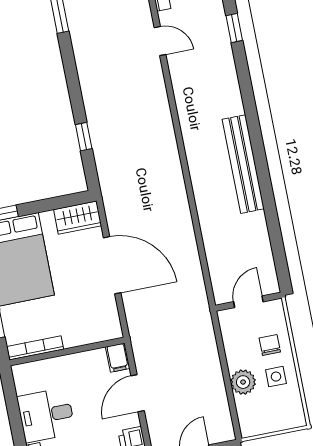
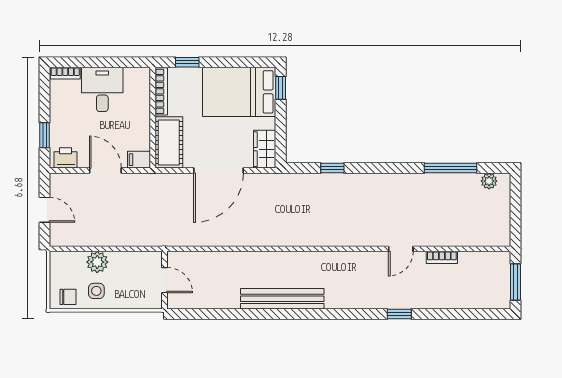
cot: (91, 328) -> (169, 142), added
chair: (270, 345) -> (68, 297), moved

